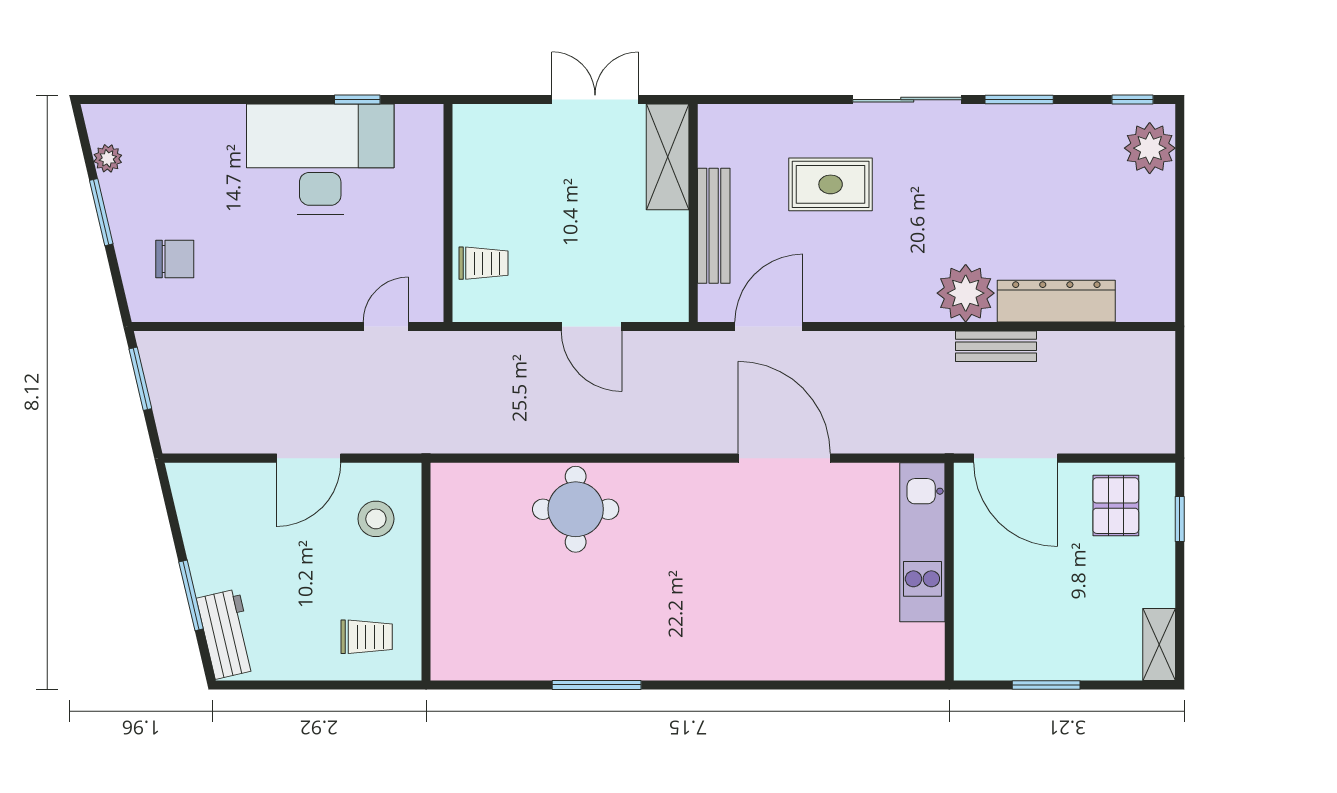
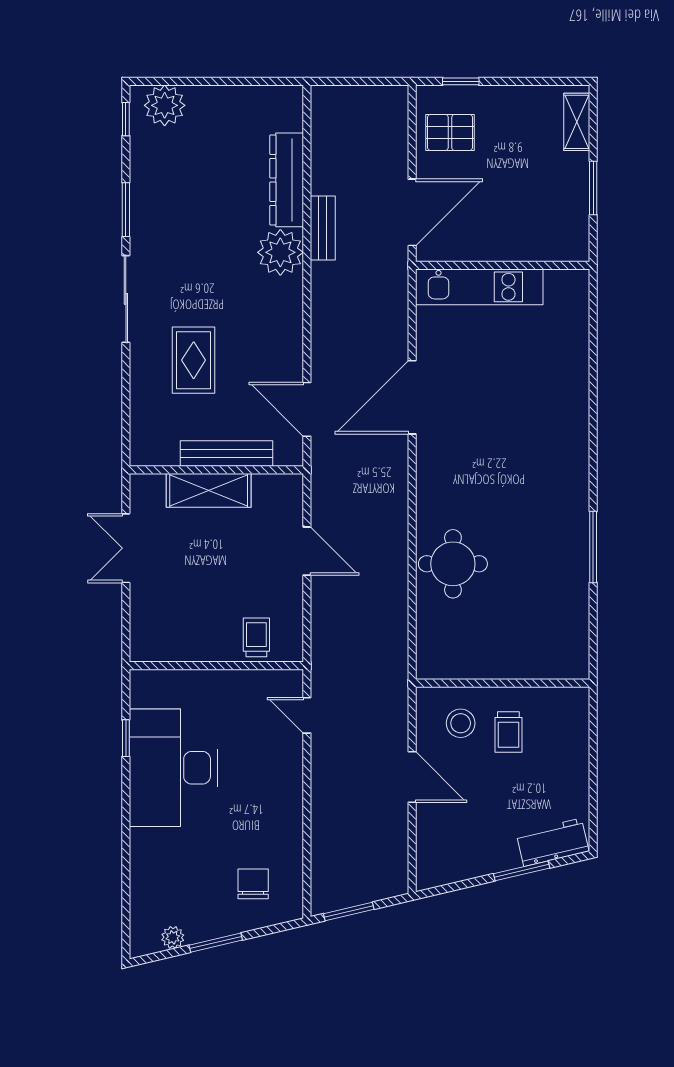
shelving: (668, 157) -> (209, 490), moved
door: (592, 326) -> (307, 551), hinge flipped
trolley: (367, 637) -> (508, 732), moved, turned 180
shelving: (1159, 644) -> (577, 122), moved, turned 90

